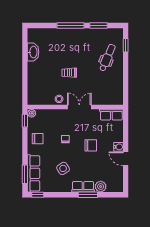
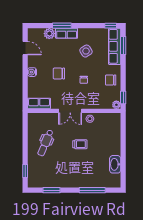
window: (71, 25) -> (92, 190), moved
dental chair: (107, 58) -> (45, 143), moved
door: (126, 159) -> (25, 48), moved

